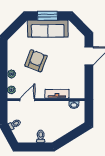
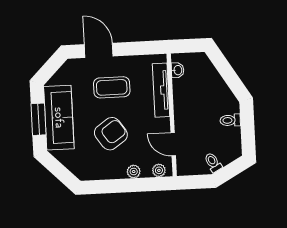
armchair: (36, 61) -> (111, 134), turned 124
coffee table: (65, 63) -> (112, 87), added
tv unit: (57, 94) -> (161, 90), width x1.41

